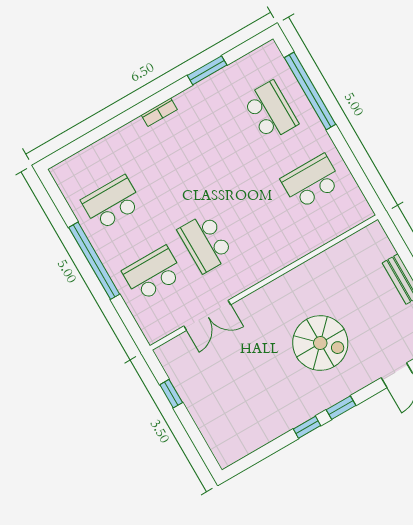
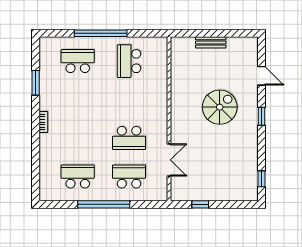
window: (310, 91) -> (101, 33), moved
school desk: (112, 203) -> (78, 176), turned 90
school desk: (153, 274) -> (129, 176), turned 90
window: (307, 427) -> (261, 179), moved

